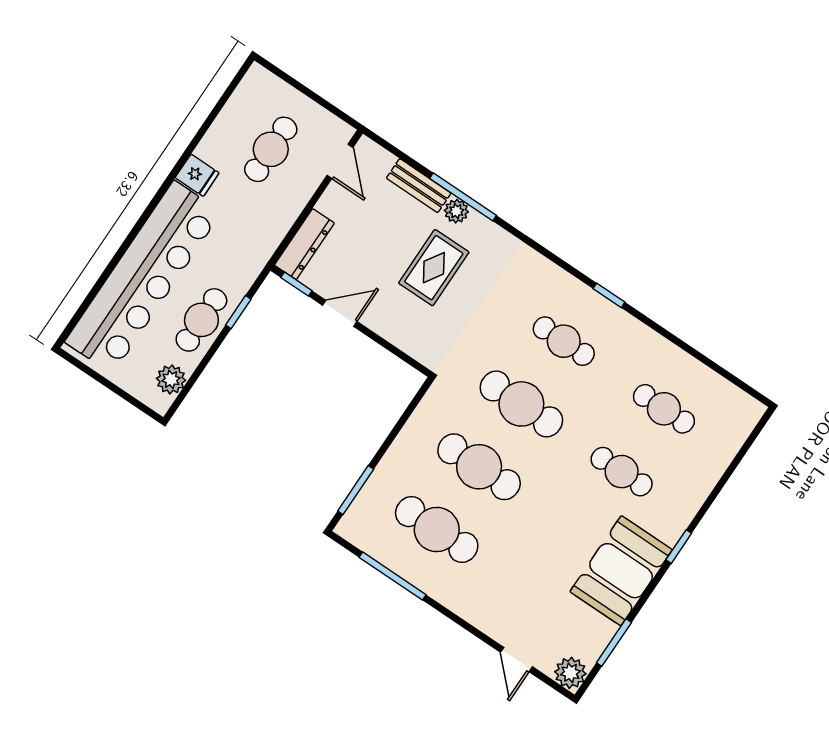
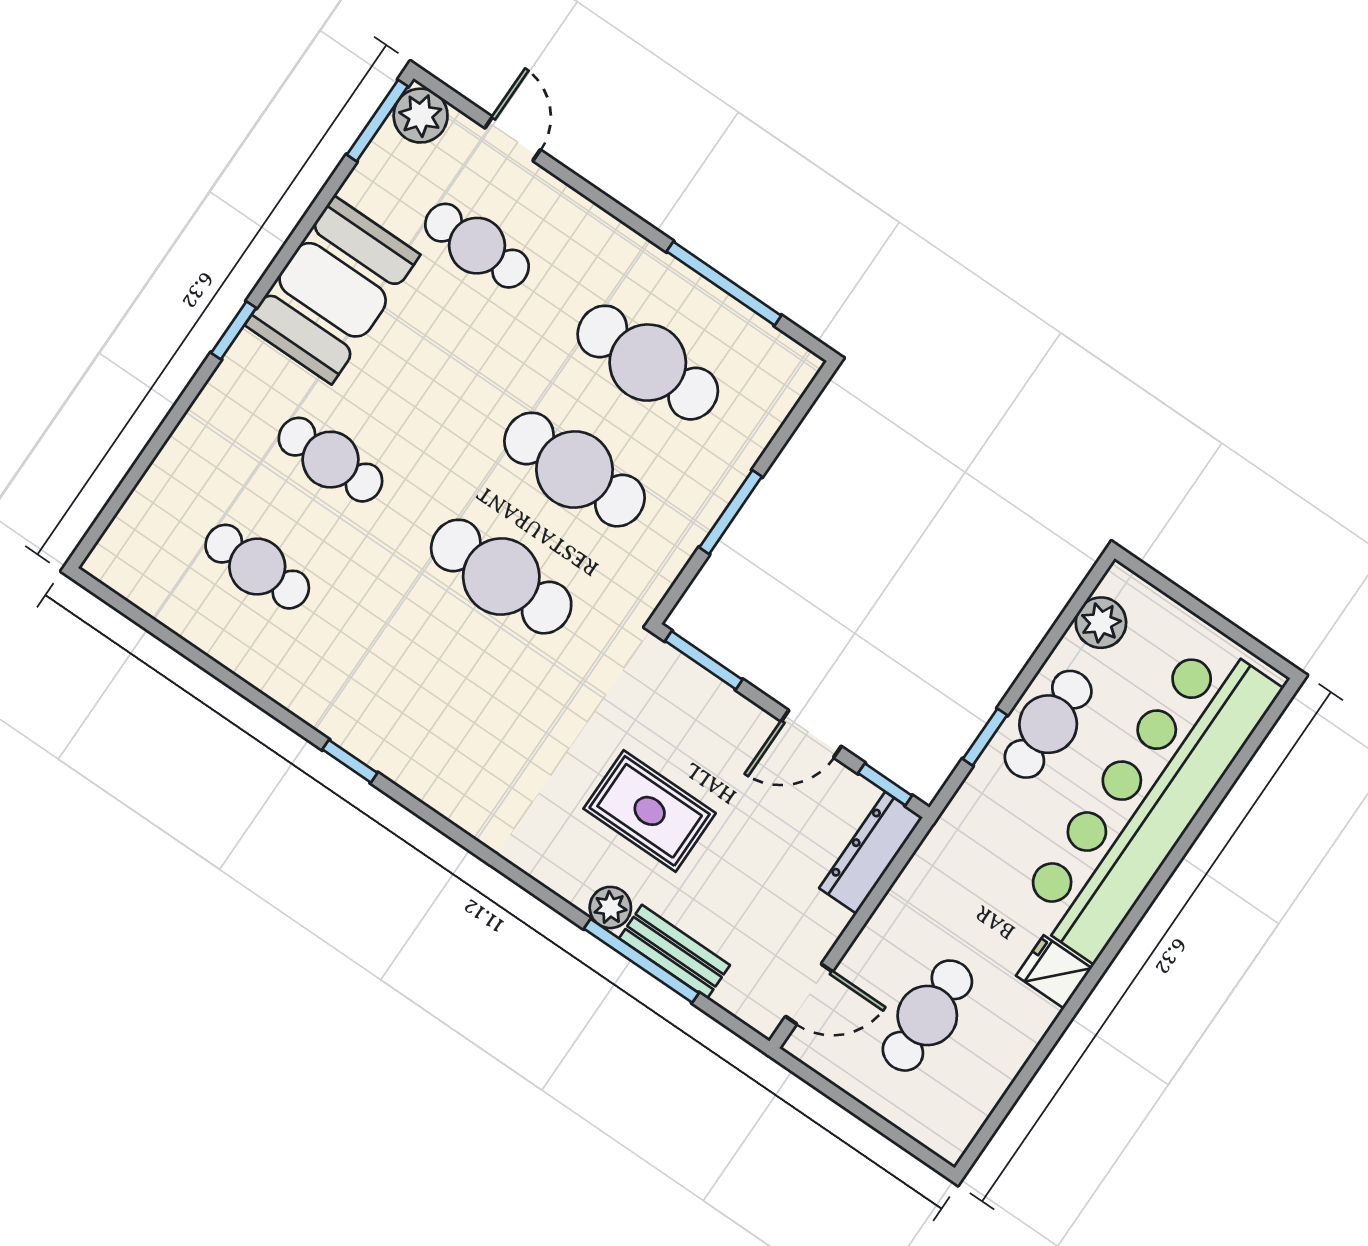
door: (340, 161) -> (809, 994), swing flipped
window: (463, 197) -> (641, 961), moved
rug: (434, 268) -> (650, 811), turned 90
cafe table: (564, 341) -> (477, 246), moved
window: (403, 356) -> (704, 660), added
window: (356, 490) -> (731, 512), moved
window: (614, 643) -> (377, 121), moved

